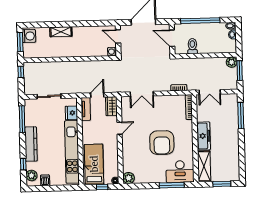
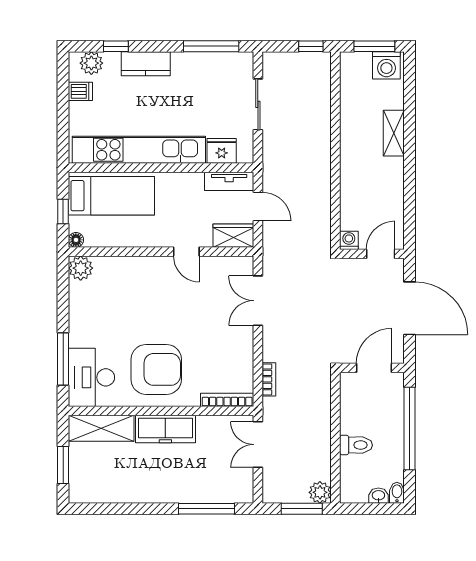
toilet: (192, 46) -> (356, 445), moved
armchair: (162, 143) -> (156, 369), moved, turned 180
kitchen counter: (31, 144) -> (146, 64), width x0.67

